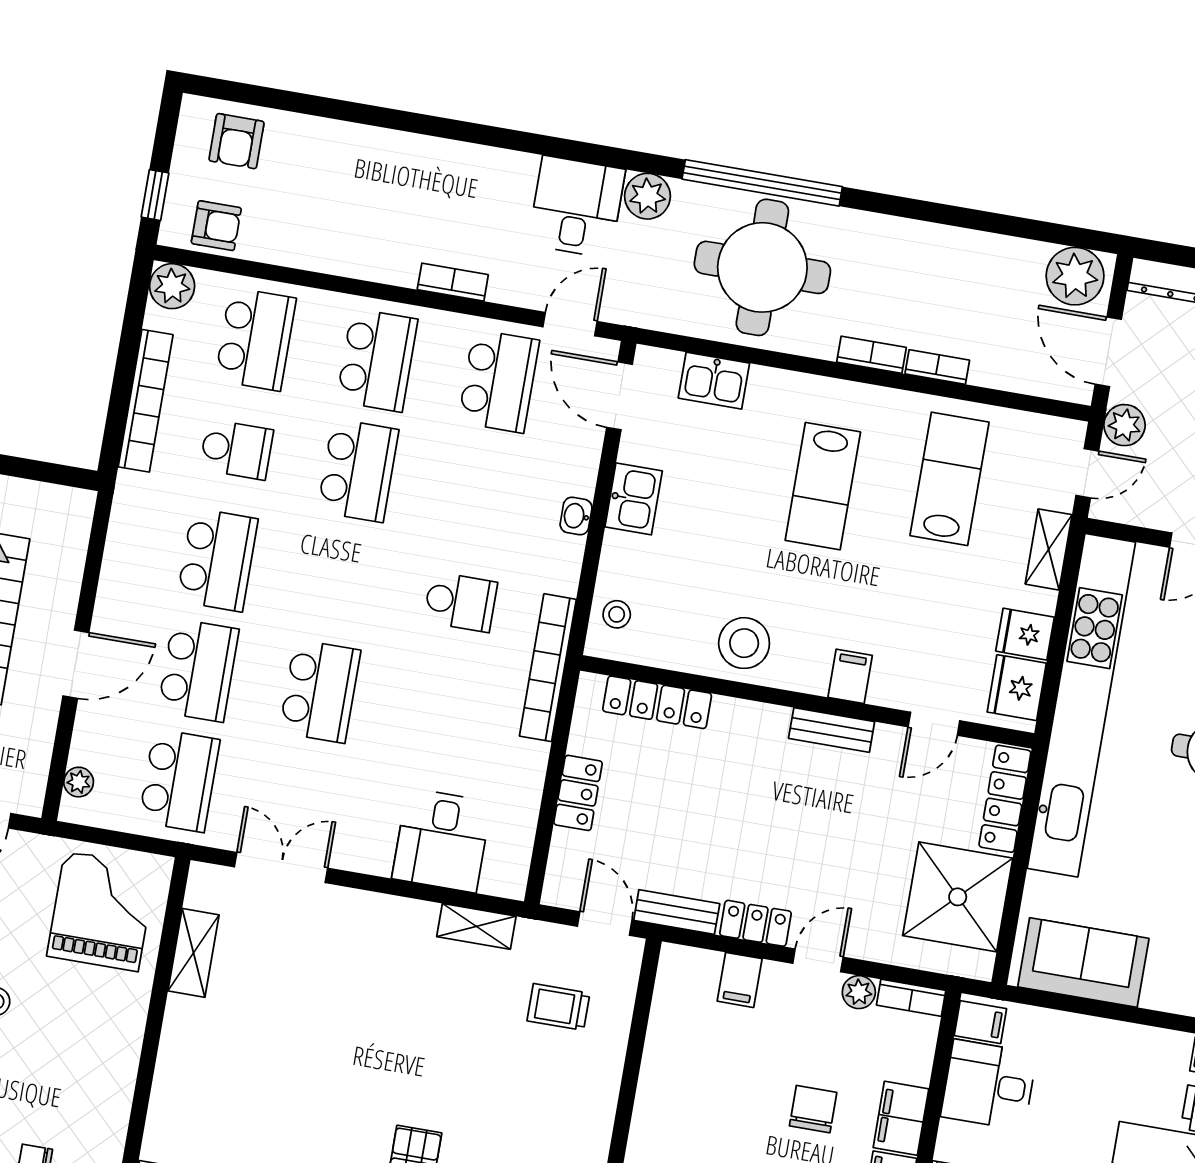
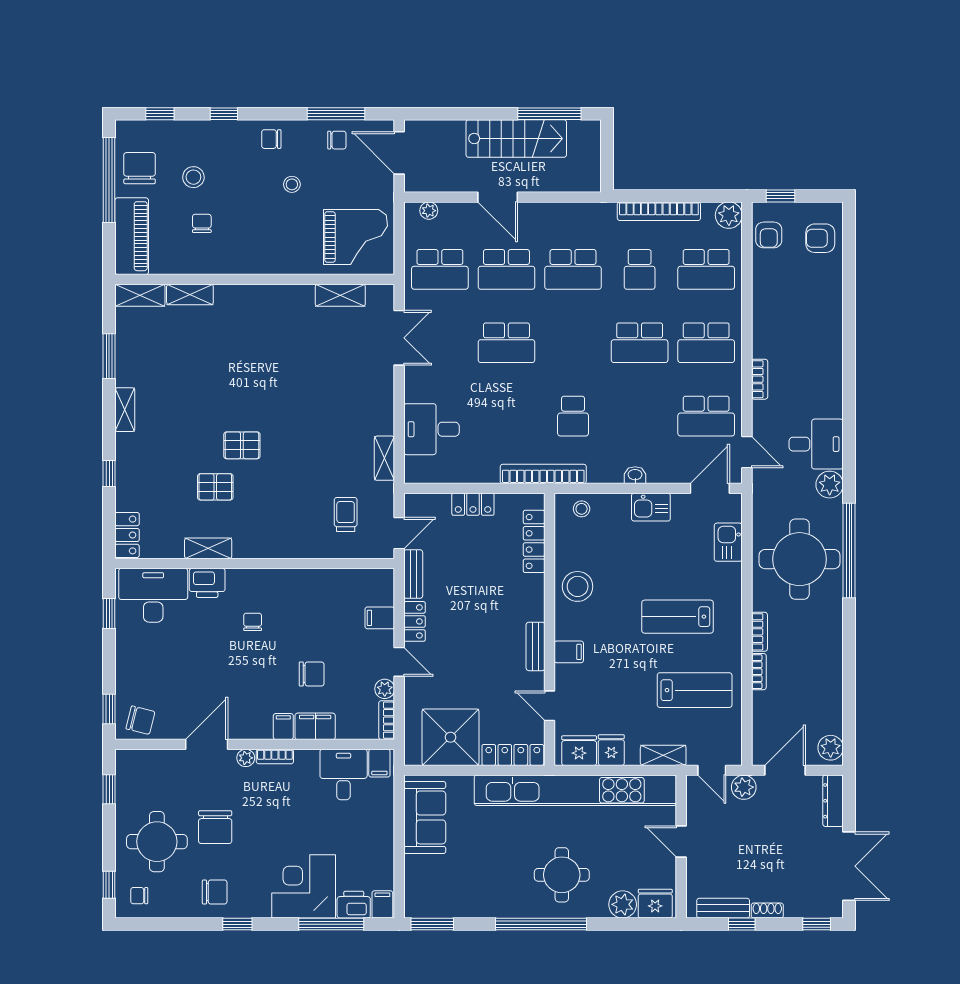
plant: (1075, 276) -> (831, 748), width x0.73, depth x0.73

